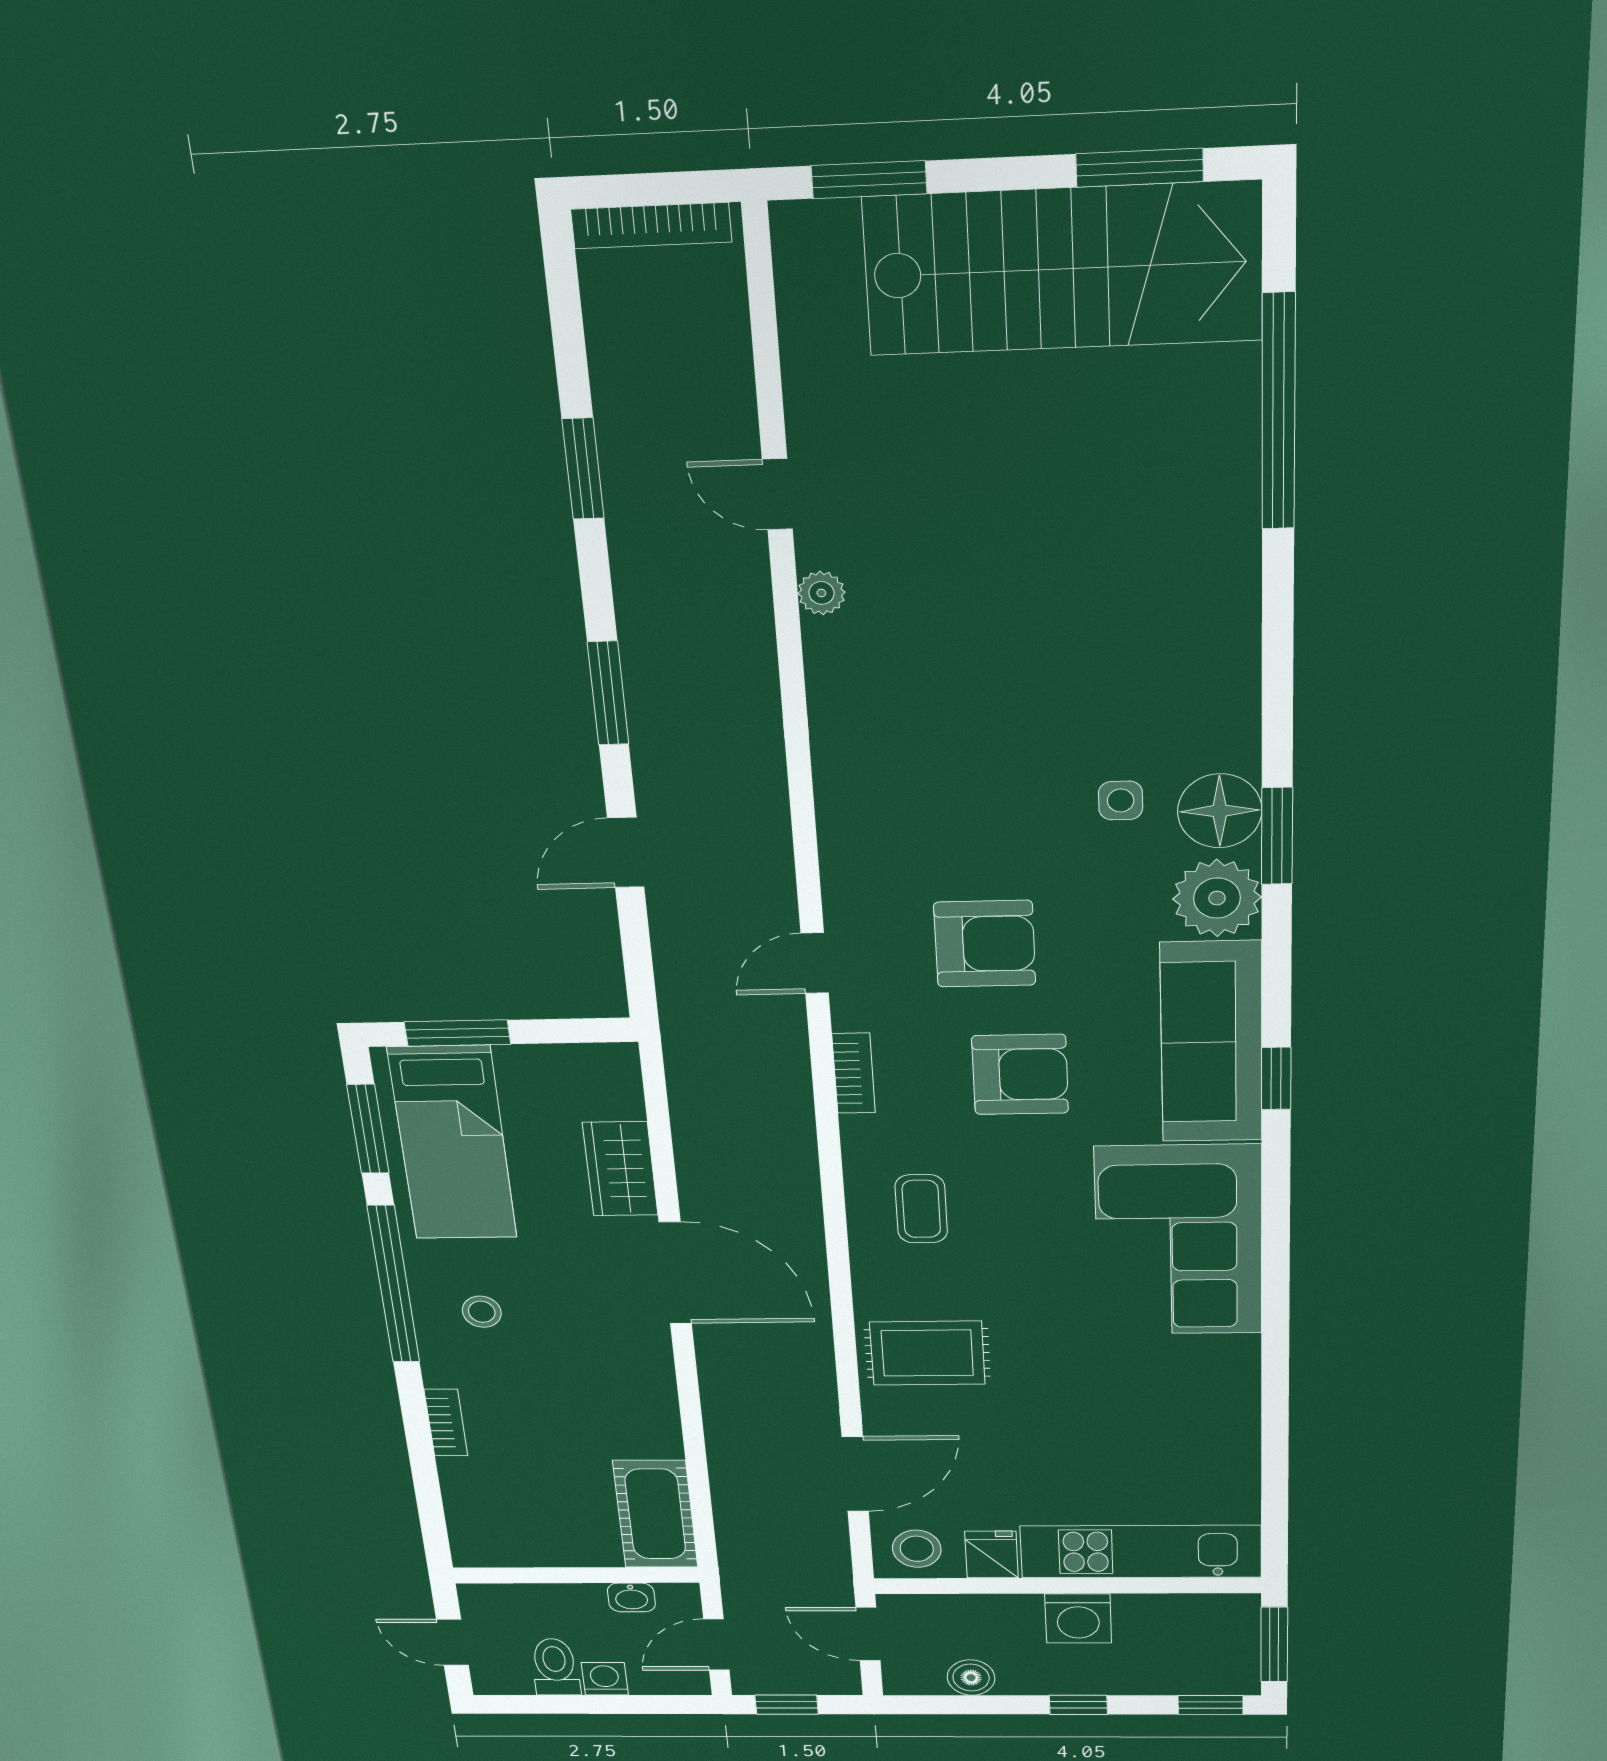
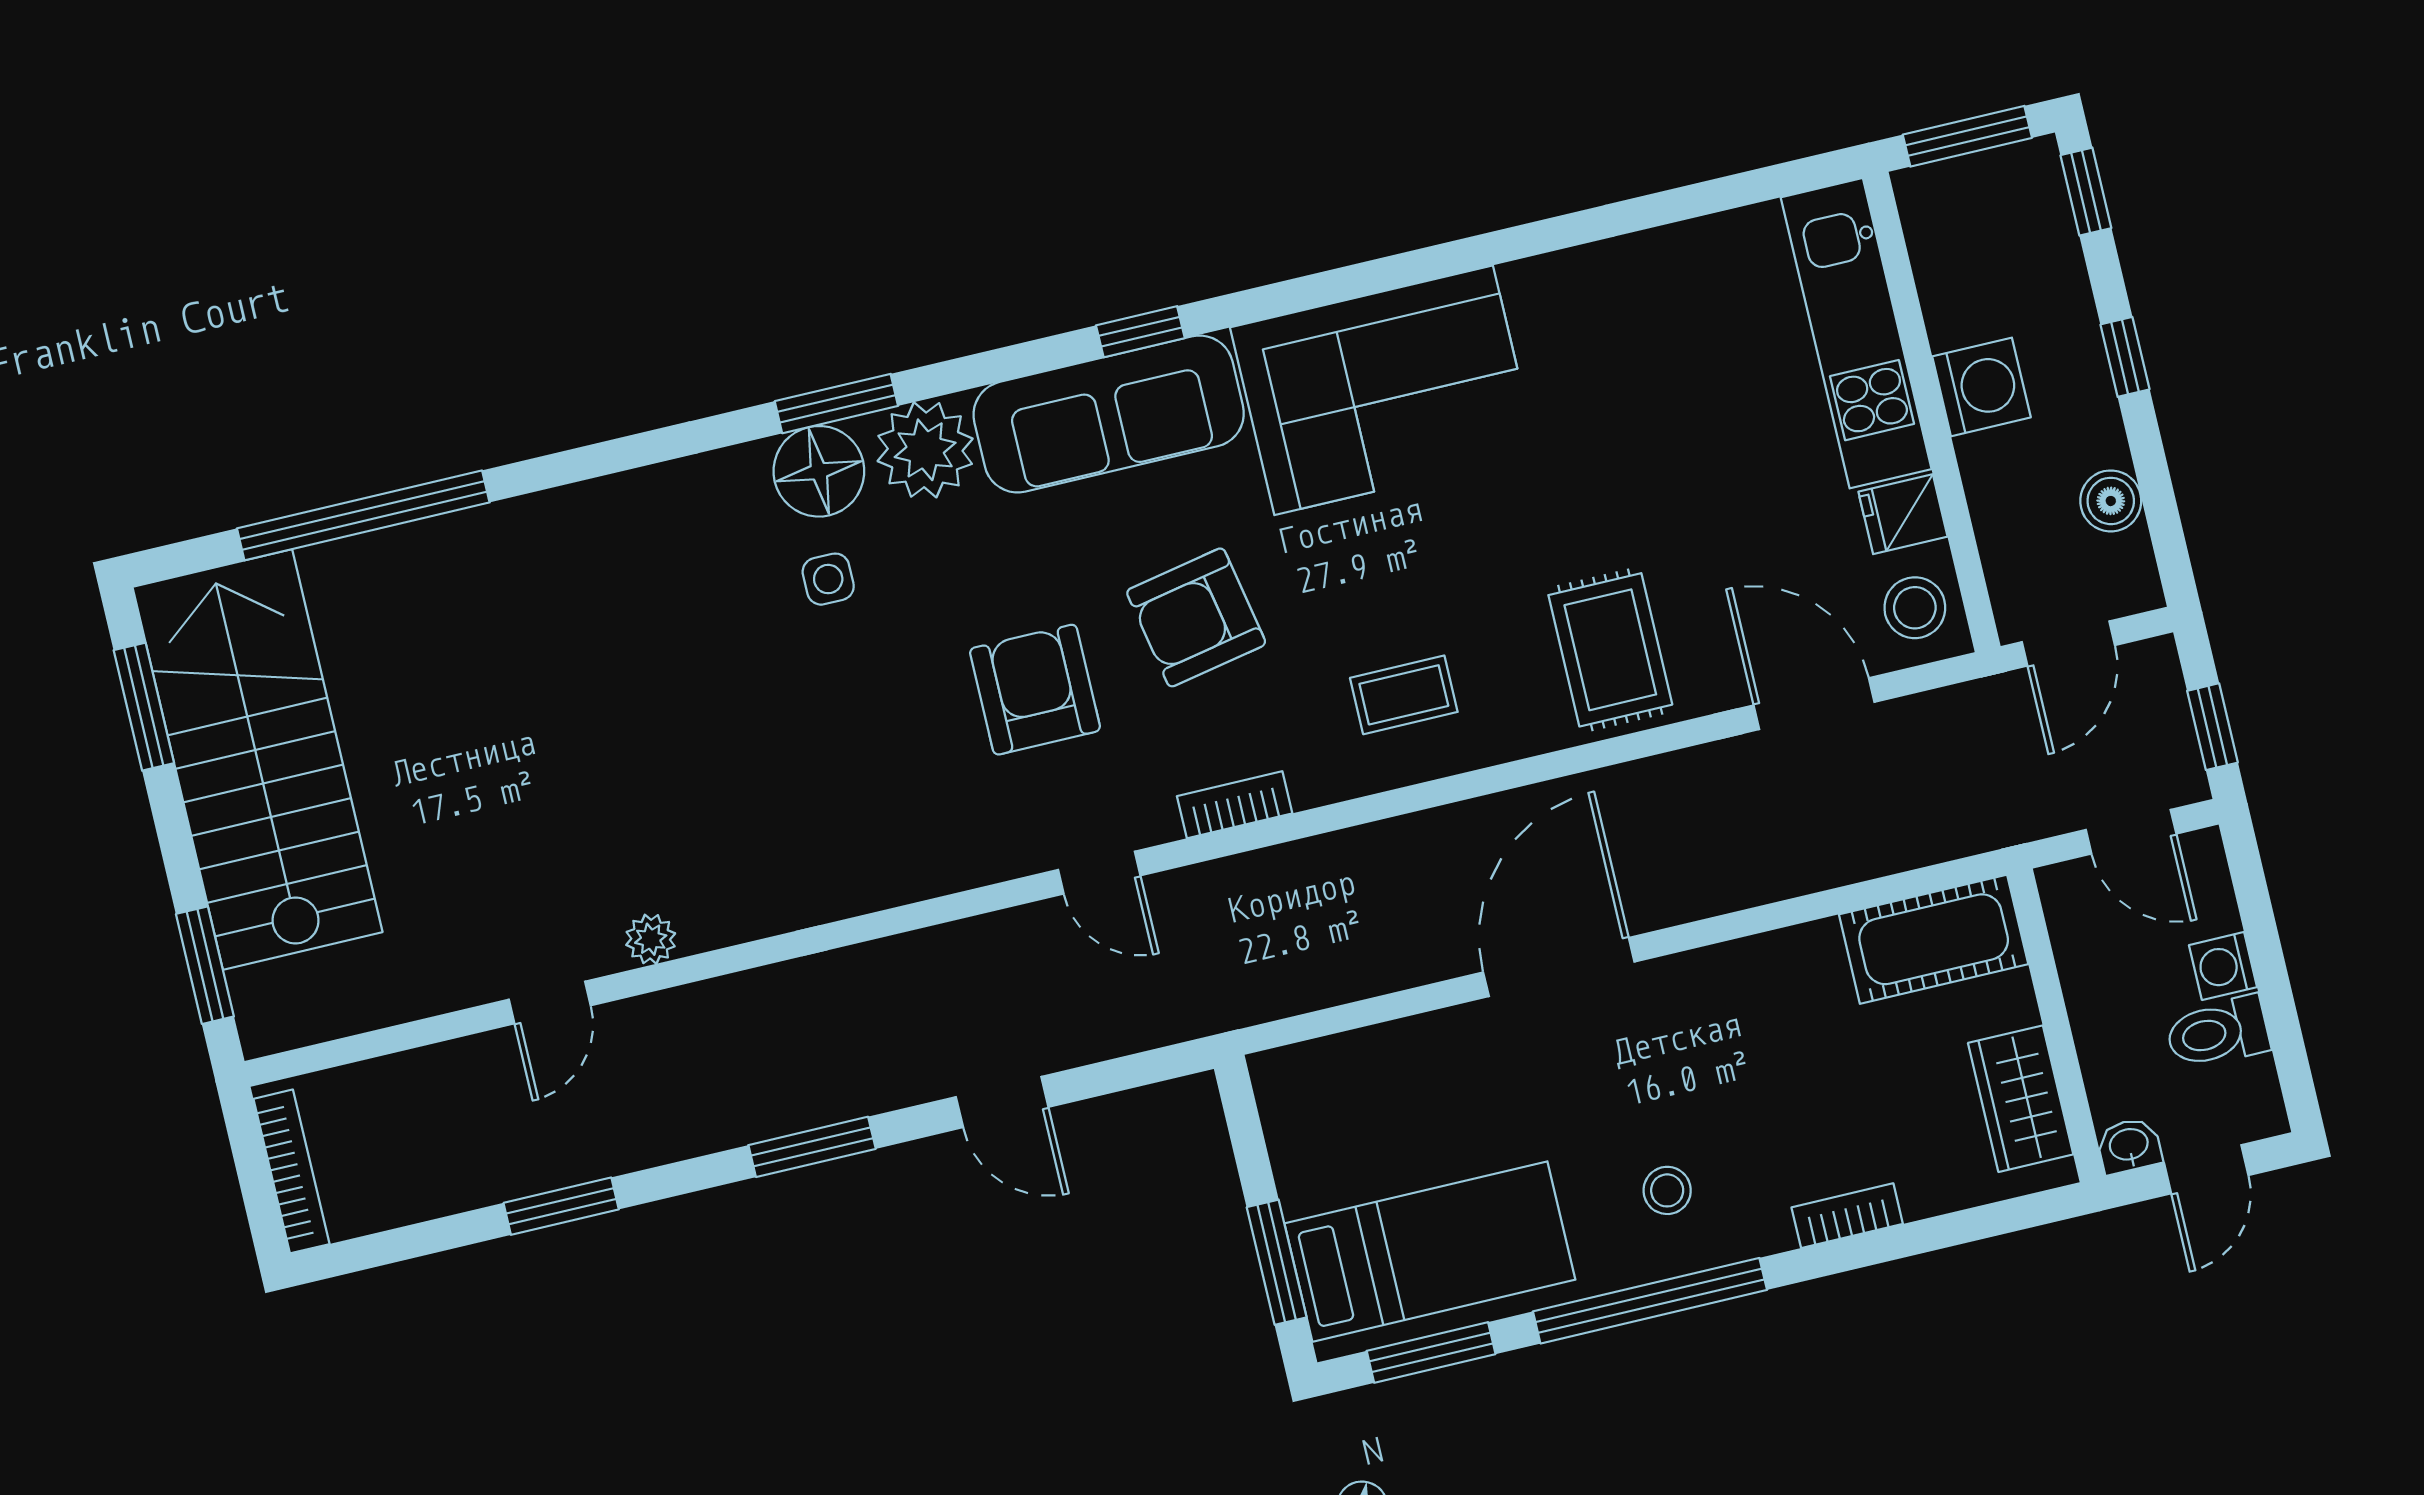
armchair: (1020, 1074) -> (1196, 617), turned -101
wardrobe: (620, 1169) -> (2021, 1099), moved, turned 90
washbasin: (631, 1597) -> (2129, 1146), moved, turned -90

